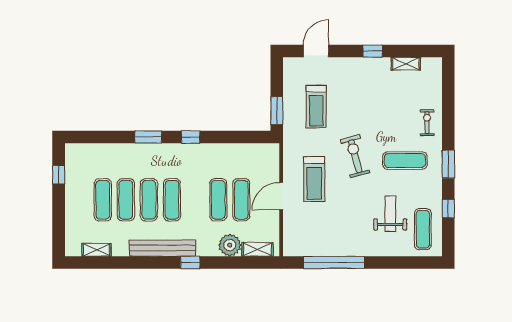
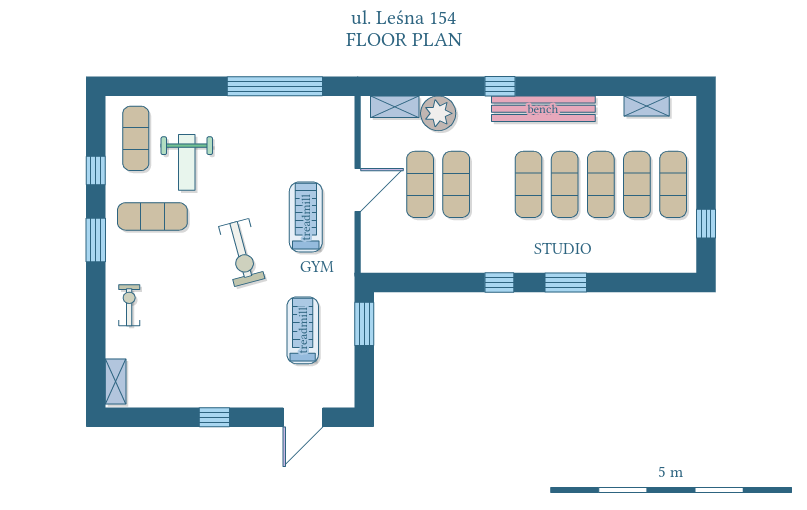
shelving: (406, 64) -> (116, 381), moved, turned 90
exercise bike: (427, 123) -> (129, 305), turned 180
exercise mat: (405, 161) -> (152, 216), moved
exercise mat: (80, 200) -> (673, 184), added

